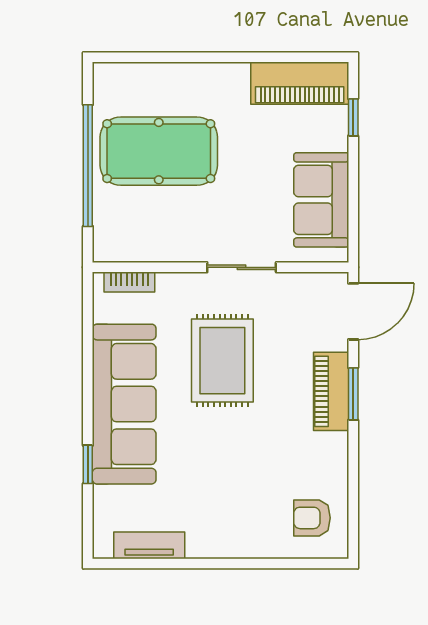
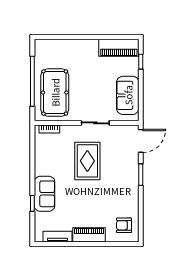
pool table: (159, 151) -> (55, 92), moved, turned 90
piano: (331, 391) -> (89, 235), moved, turned 90
sofa: (124, 404) -> (44, 194), width x0.54, depth x0.79

